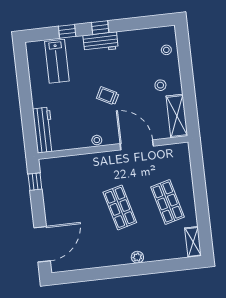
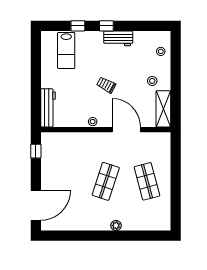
workbench: (101, 42) -> (118, 38), moved
shop shelf: (120, 207) -> (106, 181), turned 33
shelving: (193, 242) -> (165, 218), removed

